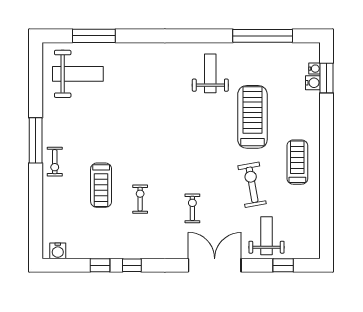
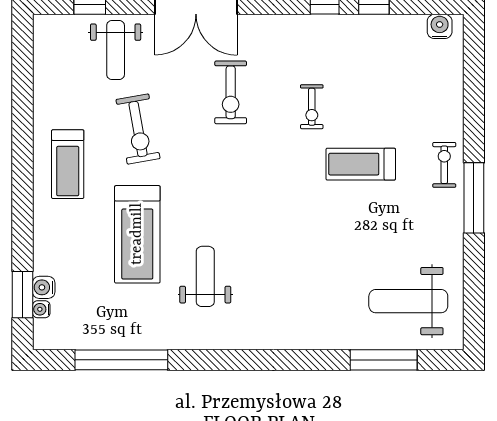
weight bench: (210, 73) -> (205, 276), moved, turned 180
treadmill: (101, 185) -> (361, 164), moved, turned -90
exercise bike: (192, 208) -> (231, 92), width x1.38, depth x1.39

